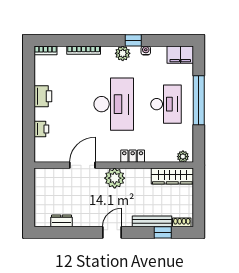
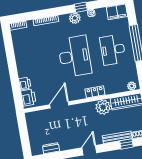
printer: (43, 96) -> (28, 98), moved
desk: (166, 104) -> (113, 50), turned 180
plant: (115, 178) -> (103, 107), moved

